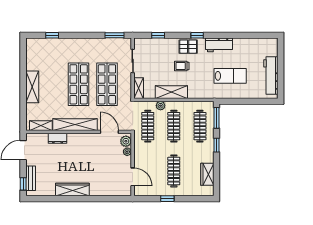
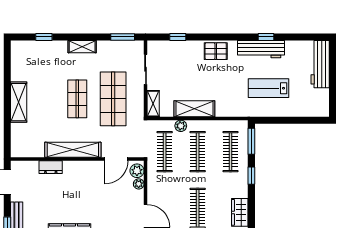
window: (197, 35) -> (266, 37), moved
workbench: (219, 45) -> (261, 49), width x1.38
trolley: (182, 66) -> (207, 76), removed
workbench: (271, 75) -> (320, 64), moved
lab bench: (230, 76) -> (269, 88), turned 180
shop shelf: (79, 84) -> (77, 99), width x0.70, depth x0.74
shelving: (41, 126) -> (82, 47), moved
door: (109, 132) -> (116, 159), swing flipped

